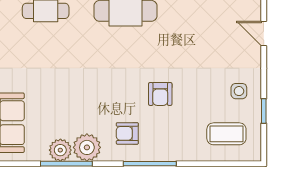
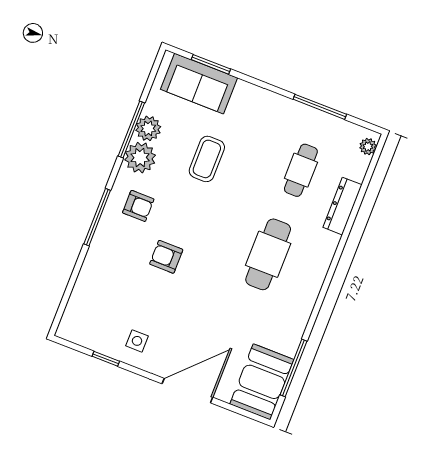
door: (264, 34) -> (187, 391), width x1.88
armchair: (127, 133) -> (138, 206), turned 90
coffee table: (226, 134) -> (207, 159), moved

